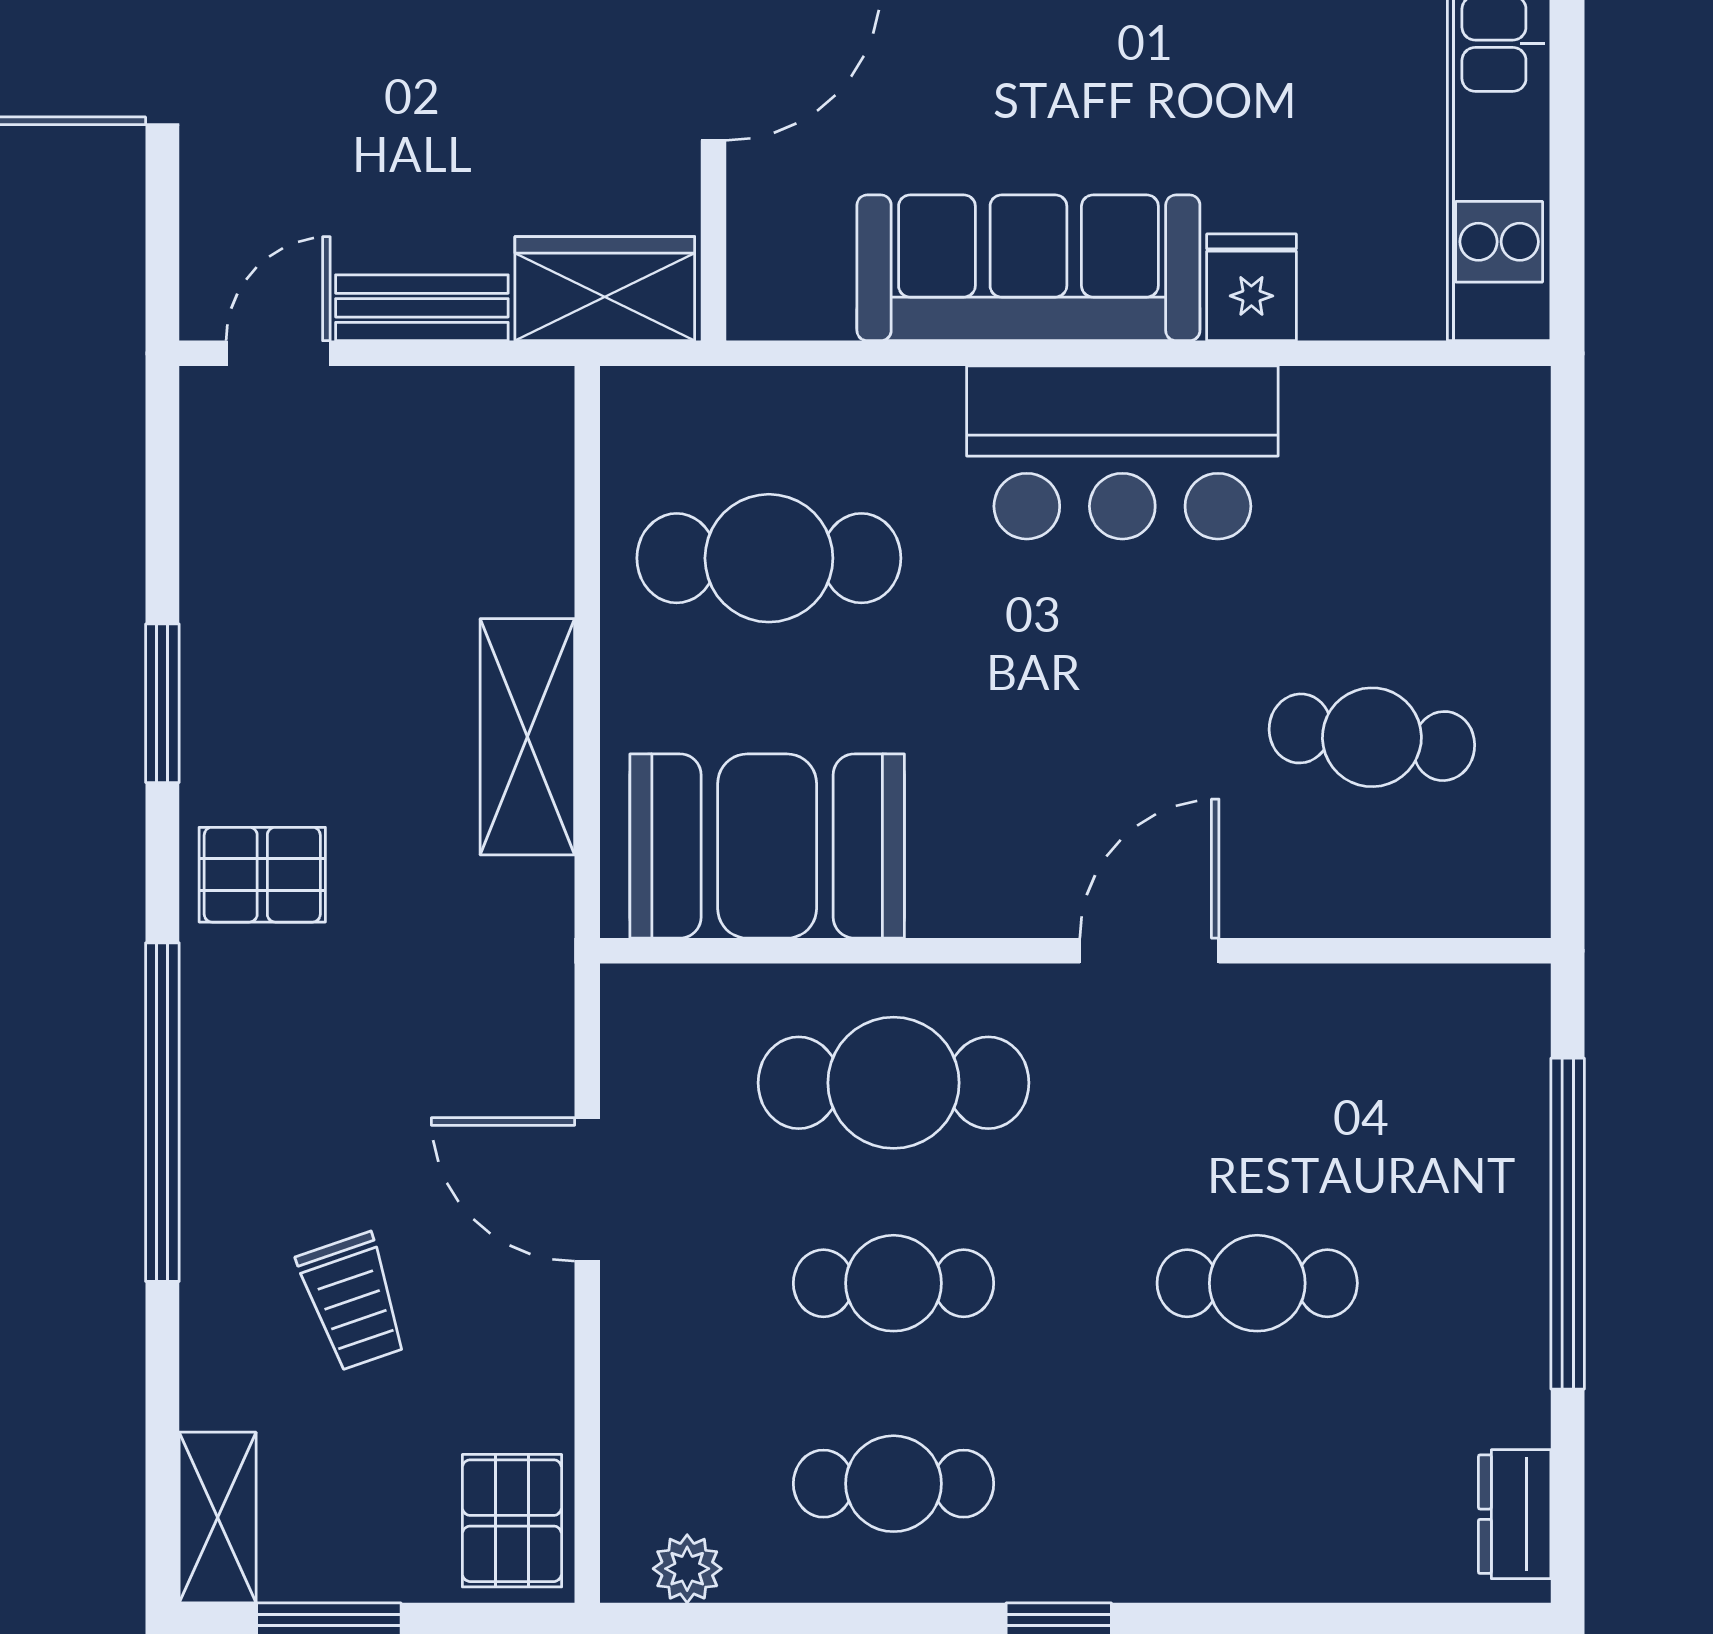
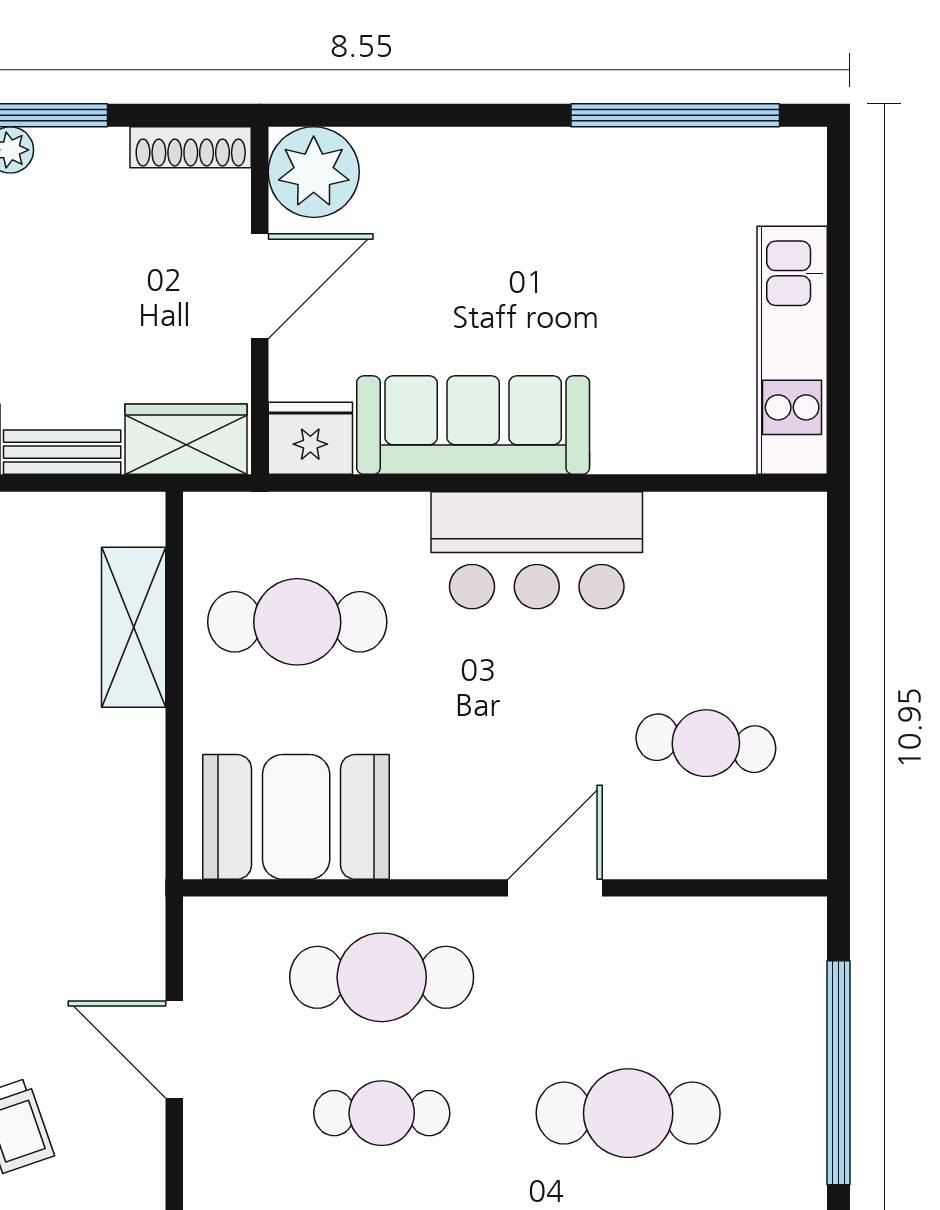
fridge: (1251, 287) -> (310, 438), moved, width x1.38
shelving: (527, 737) -> (134, 627), moved
cafe table: (1257, 1283) -> (628, 1113), width x1.37, depth x1.35

